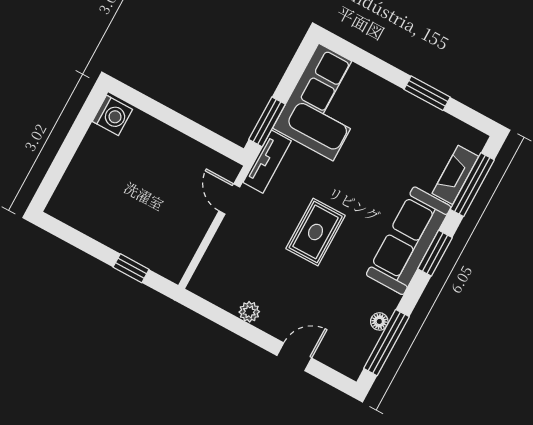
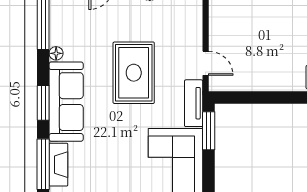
rug: (316, 232) -> (134, 73), width x1.36, depth x1.43
floor lamp: (379, 321) -> (56, 53), moved

